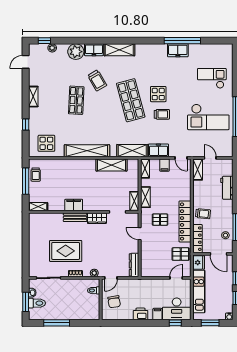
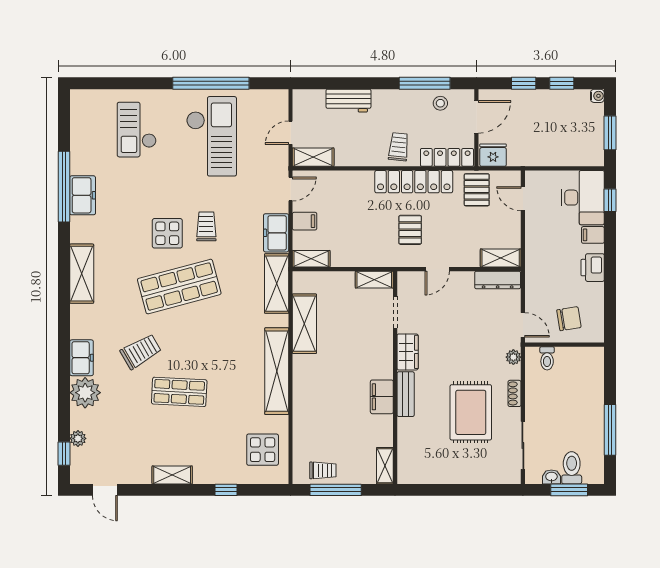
shelving: (119, 50) -> (82, 274), moved
shelving: (145, 197) -> (501, 258), moved
kitchen unit: (199, 291) -> (549, 155), removed

